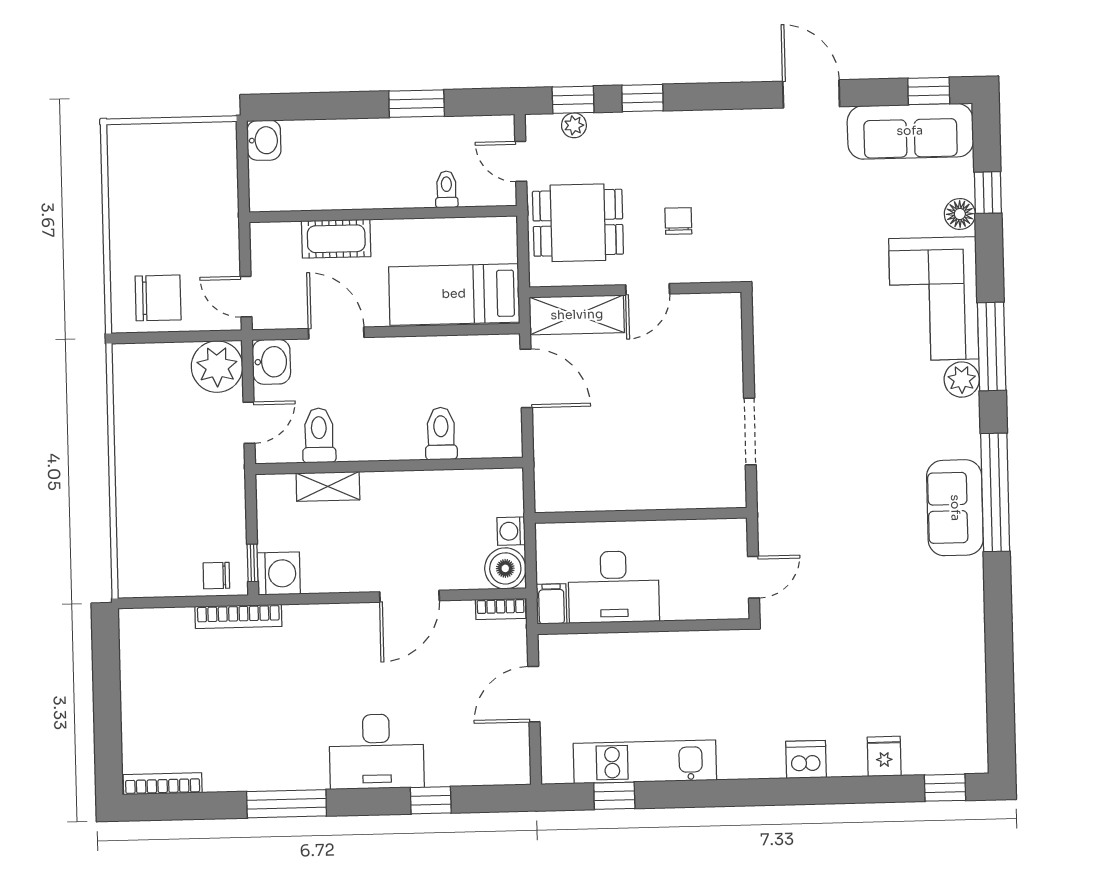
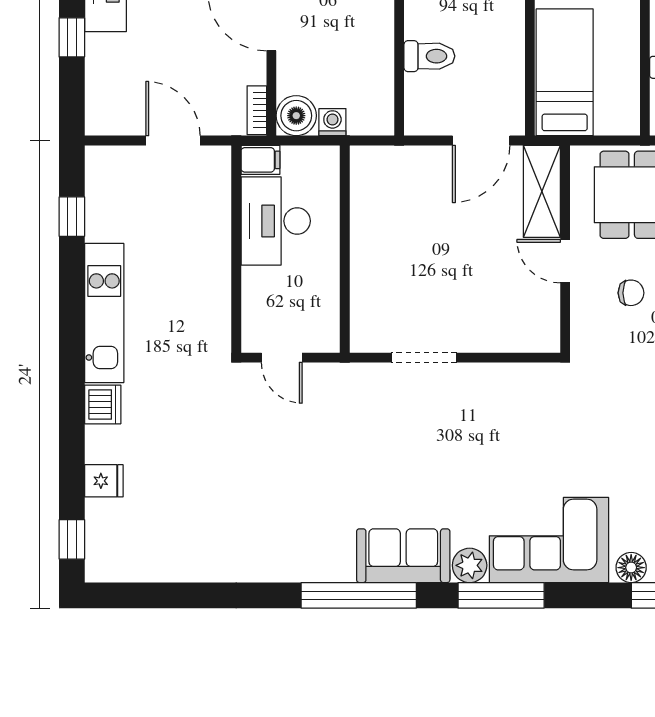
sofa: (955, 508) -> (403, 556), moved
kitchen unit: (645, 762) -> (104, 313), moved

